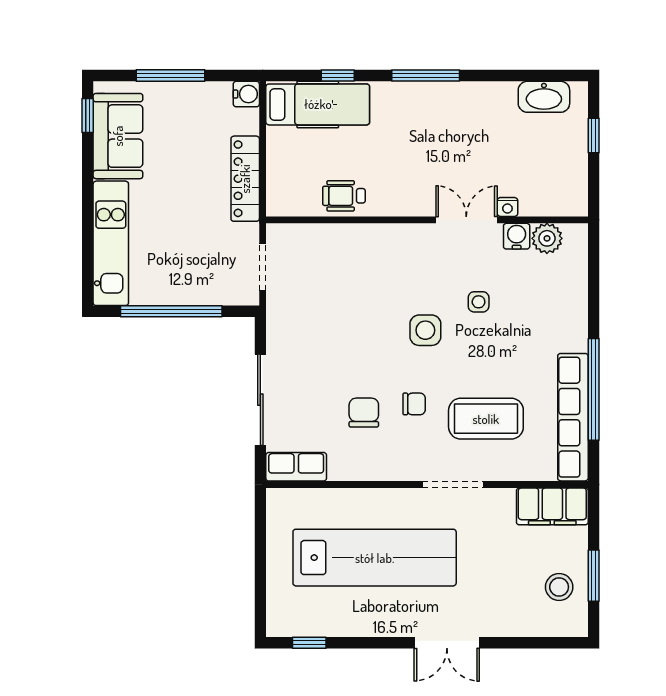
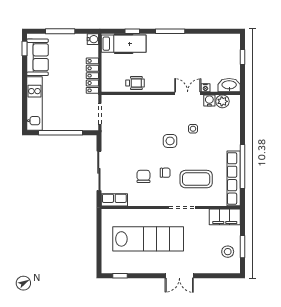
washbasin: (544, 97) -> (229, 85), moved, turned 180
wheelchair: (344, 196) -> (135, 83), turned 180

